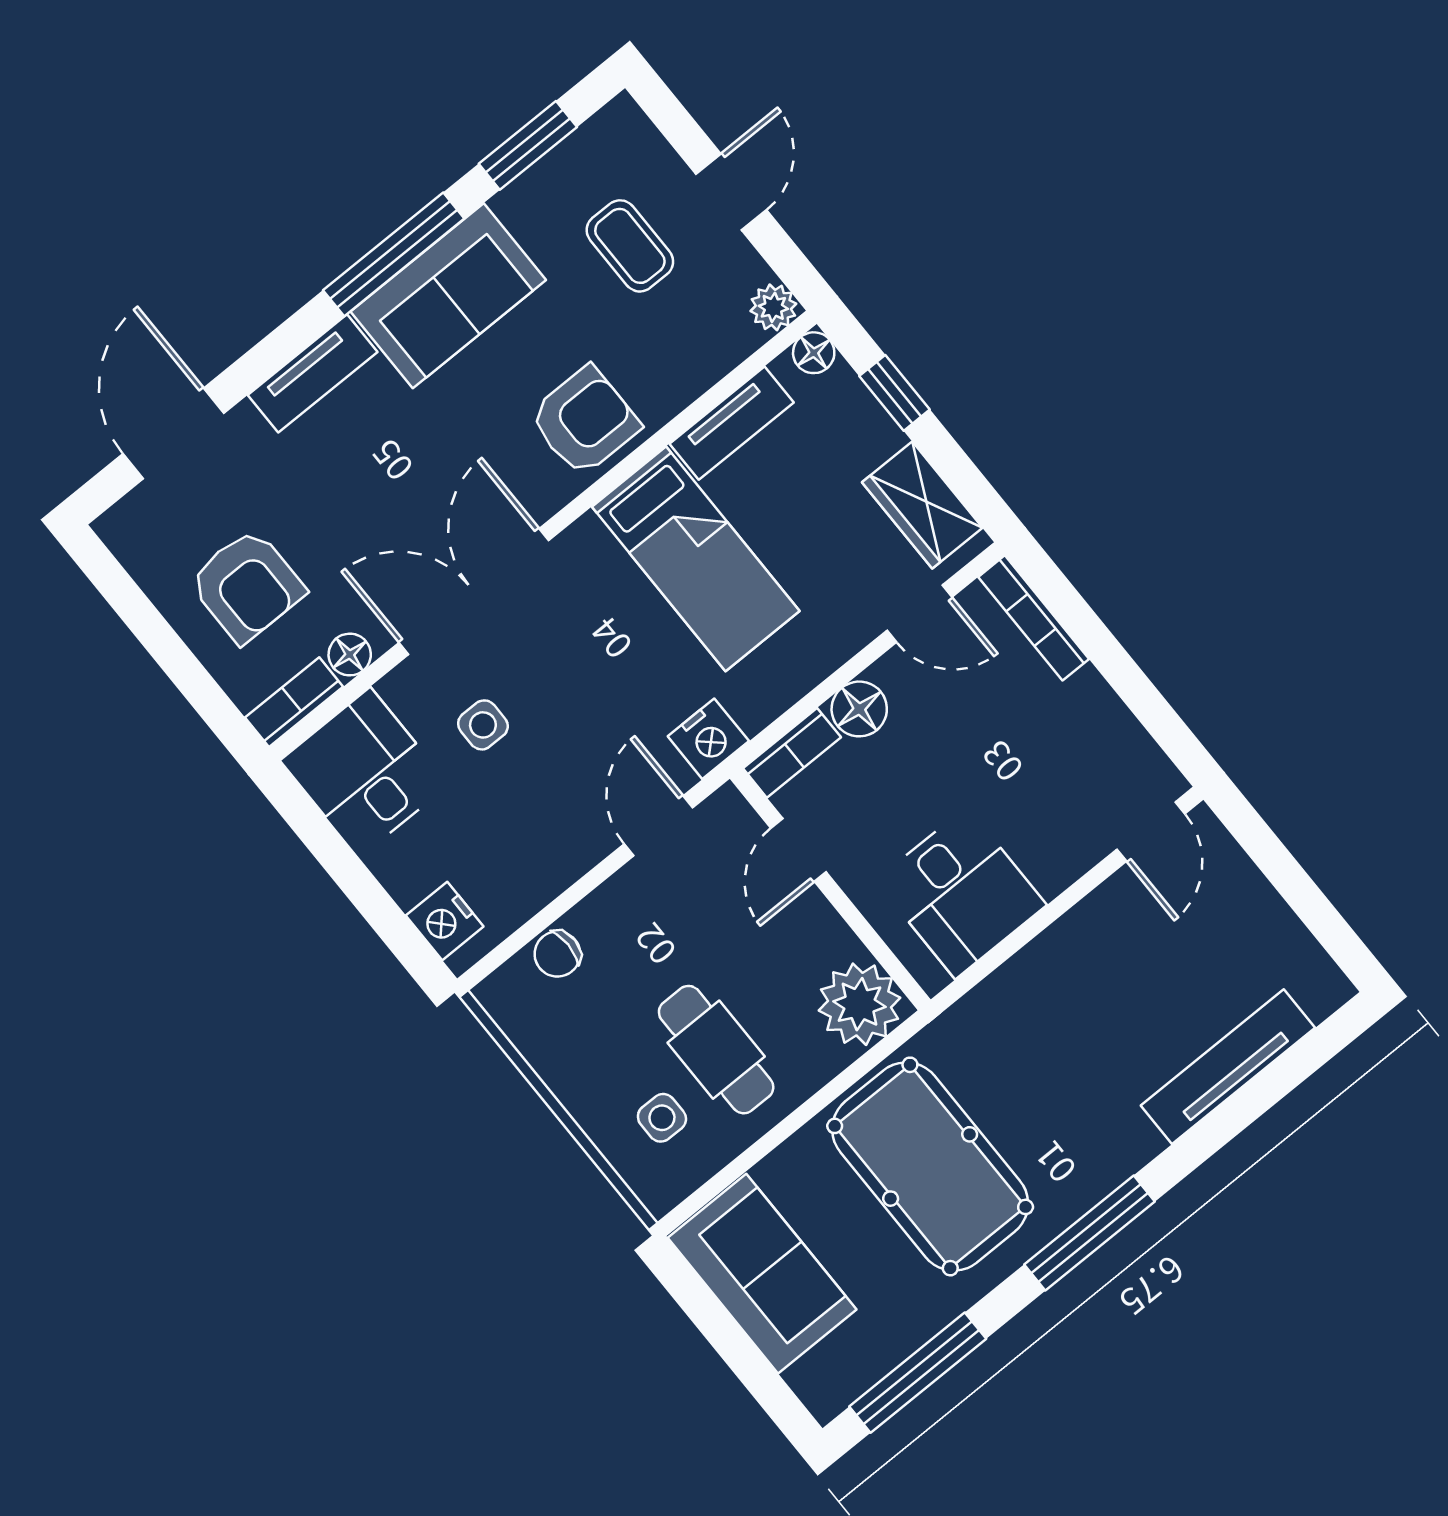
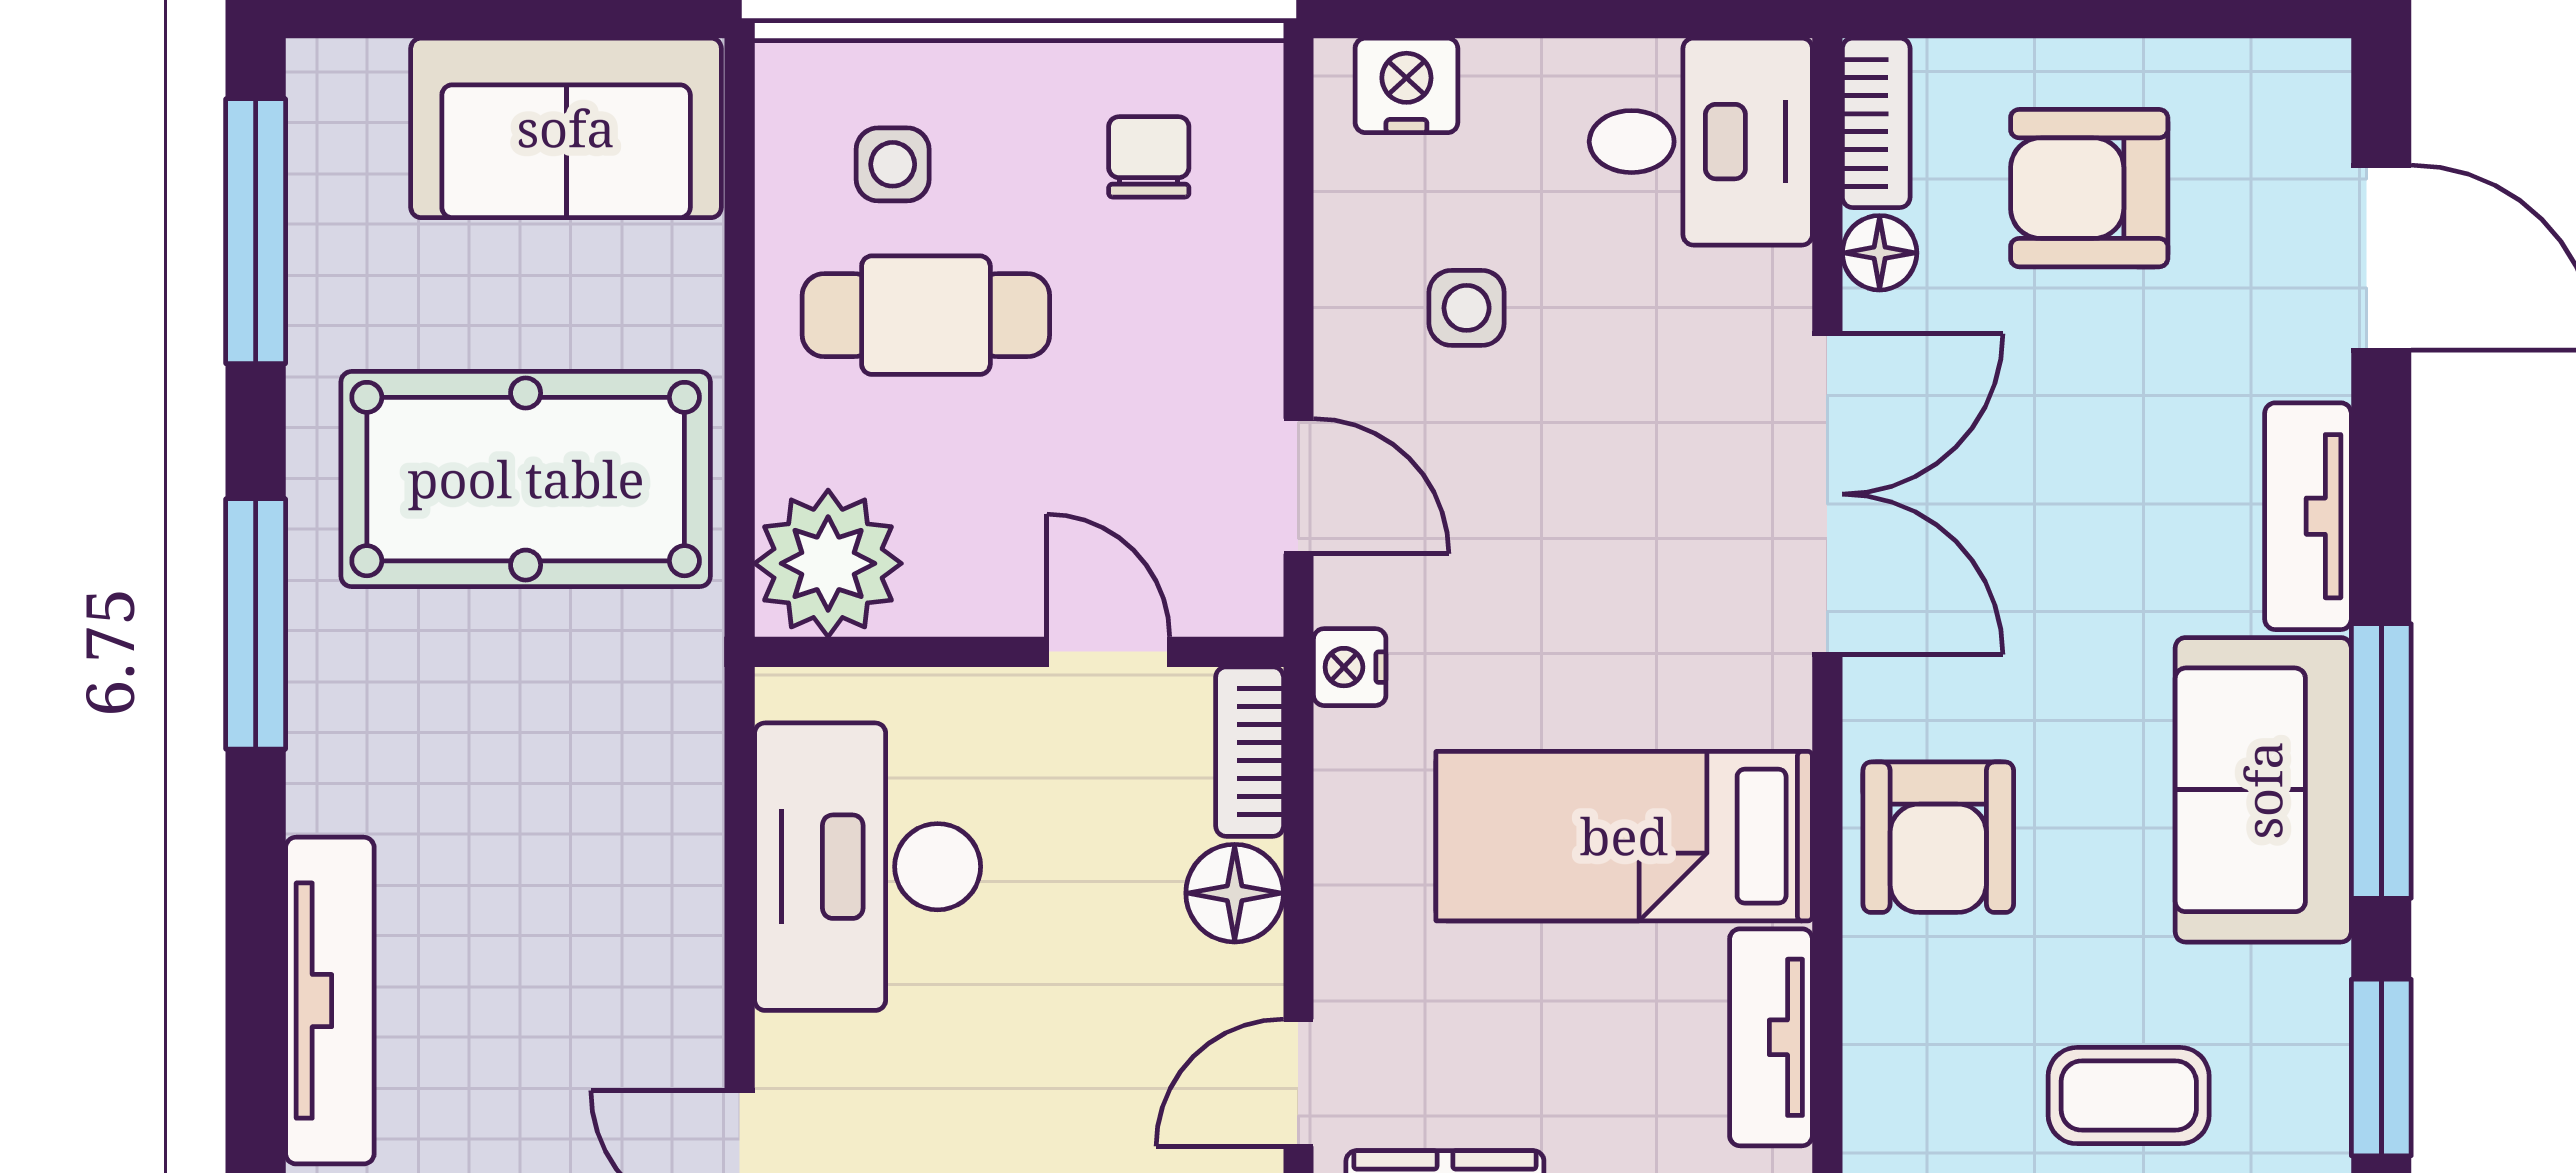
side table: (483, 725) -> (1467, 308), moved
nightstand: (708, 739) -> (1350, 667), width x0.72, depth x0.74
desk: (961, 893) -> (868, 867), width x1.37
chair: (557, 954) -> (1149, 157), moved

